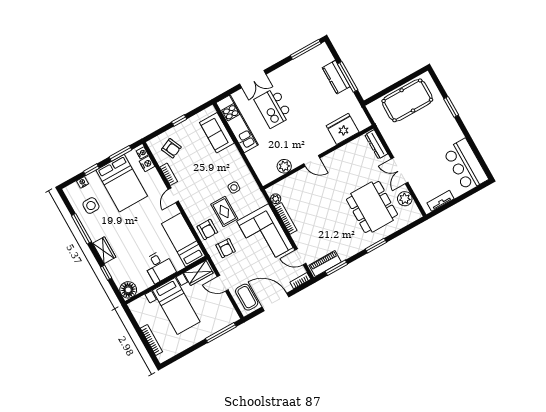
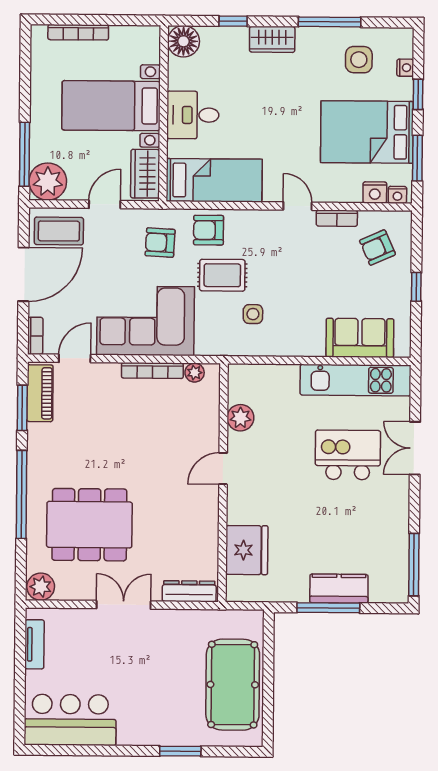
plant: (405, 199) -> (41, 587), moved
window: (376, 246) -> (22, 494), width x2.11
plant: (227, 315) -> (48, 182), added

